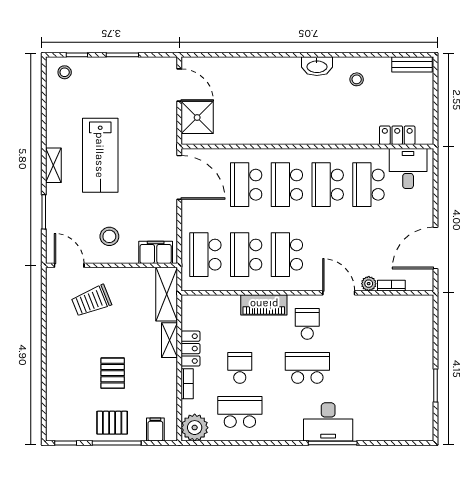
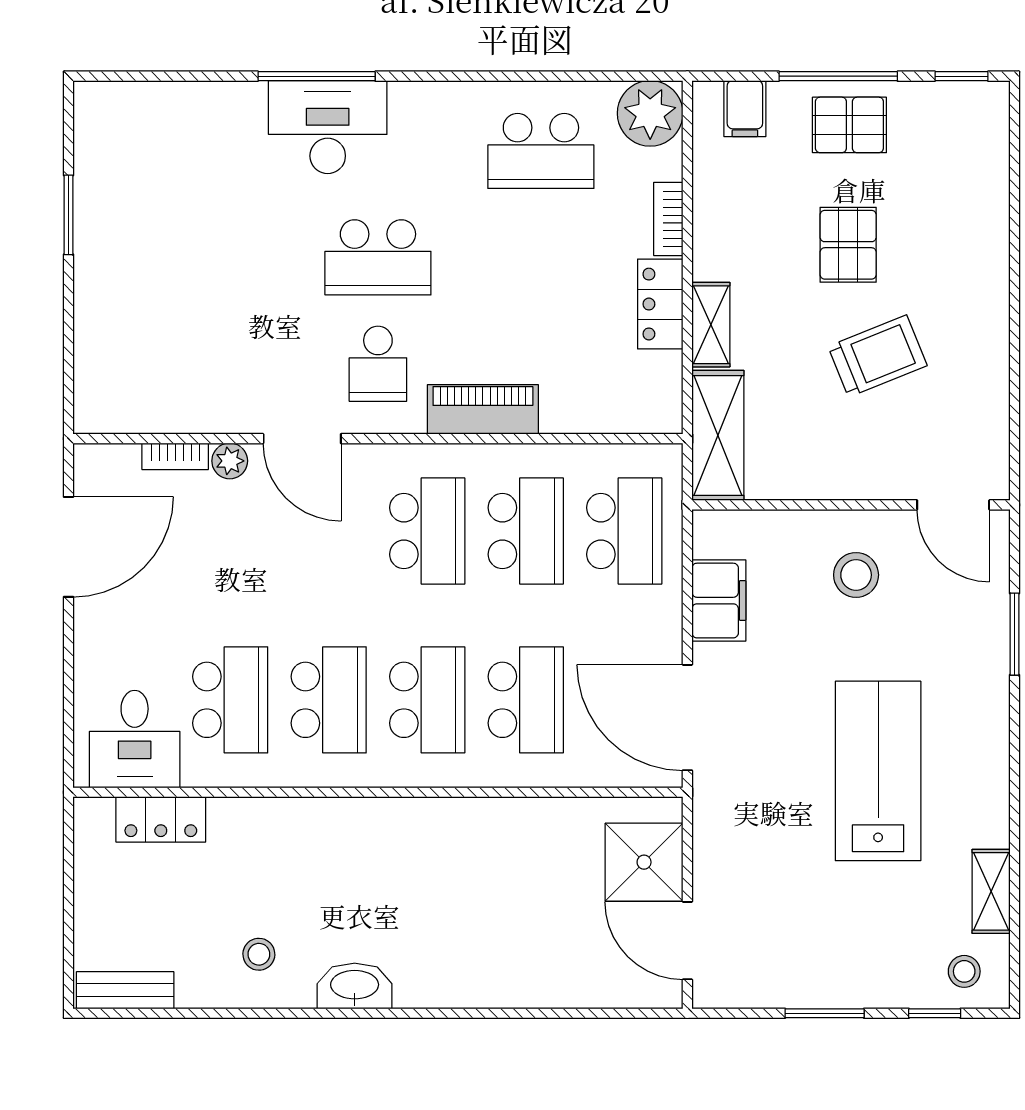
shelving: (53, 165) -> (991, 891), moved
filing cabinet: (156, 252) -> (719, 601), moved, turned -90
trolley: (91, 301) -> (878, 356), moved
school desk: (240, 368) -> (541, 257), removed

